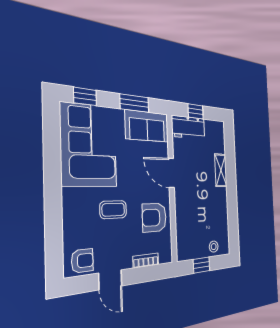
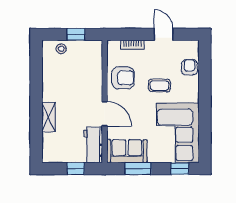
workbench: (188, 127) -> (93, 145), moved, turned -90
armchair: (82, 261) -> (189, 67), moved, turned 90

